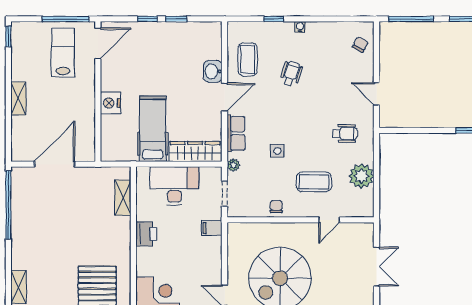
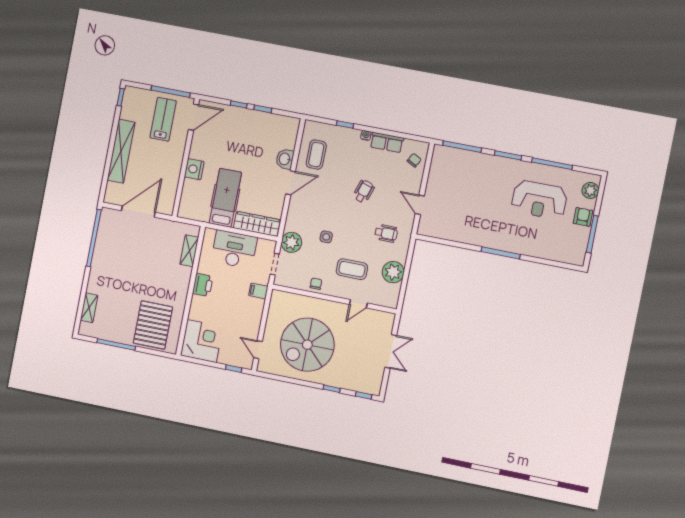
wheelchair: (291, 74) -> (364, 191), moved
shelving: (18, 99) -> (121, 151), width x2.20, depth x1.33
row of seats: (236, 133) -> (387, 142), moved, turned 90
plant: (233, 165) -> (291, 242), width x1.88, depth x1.88

